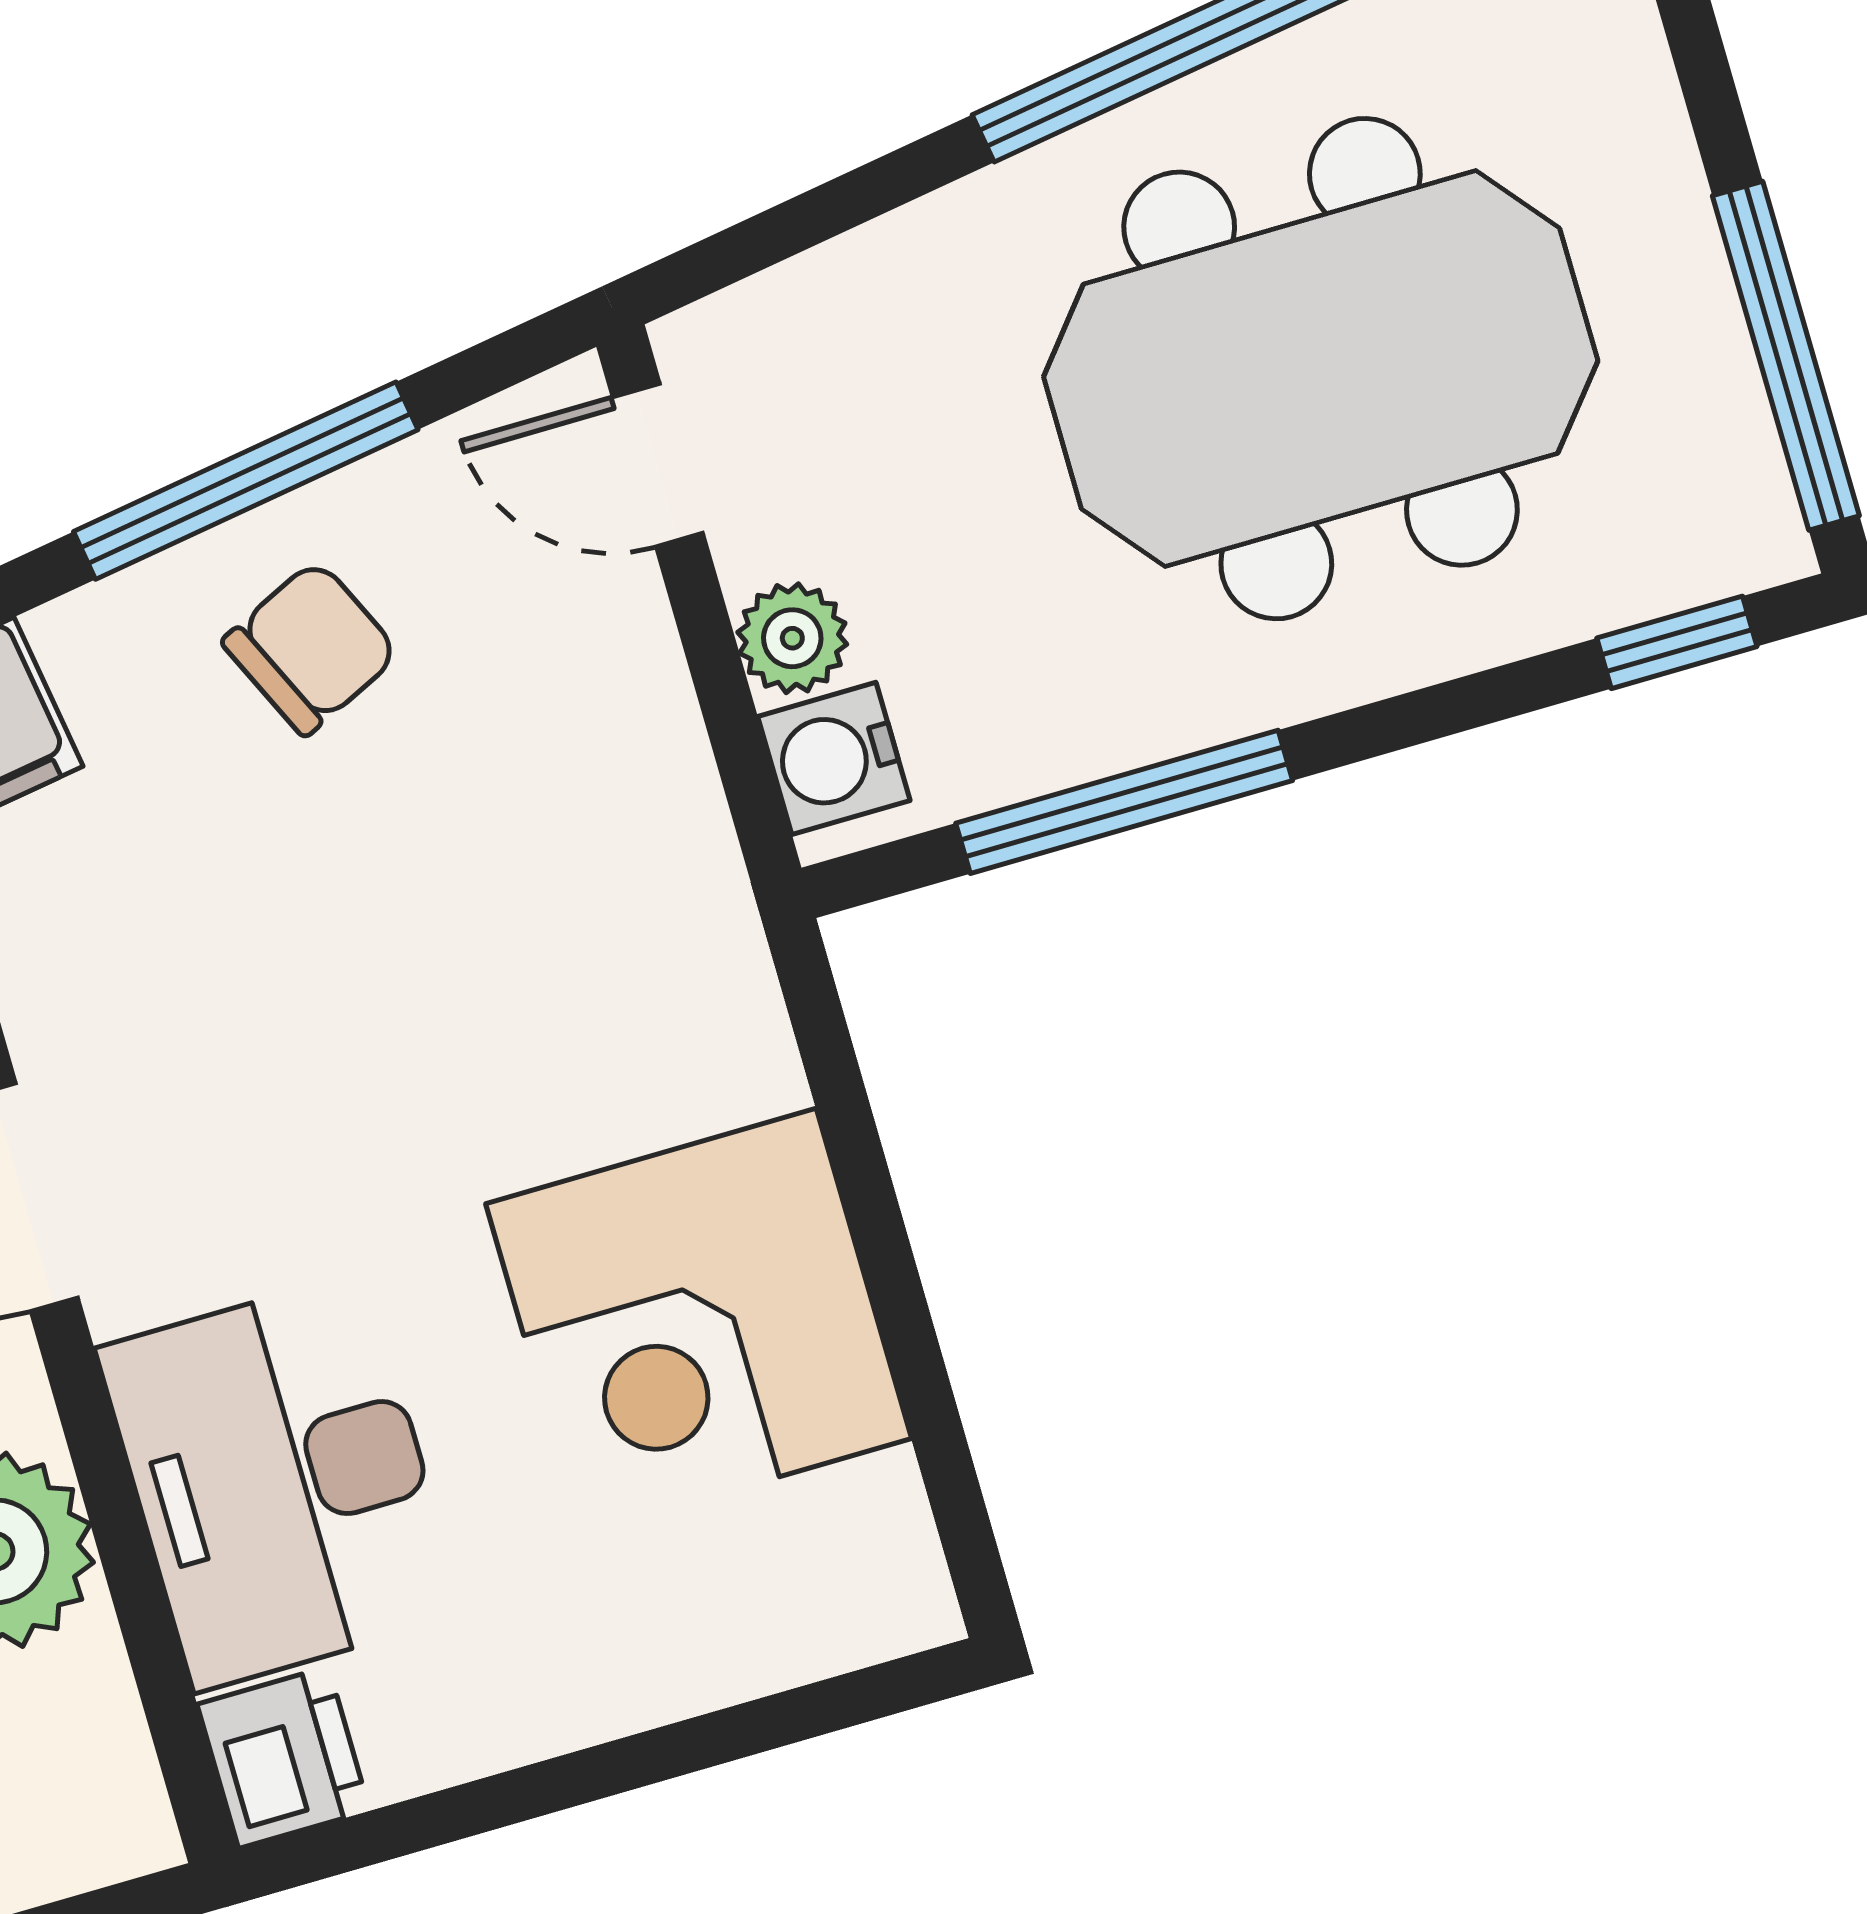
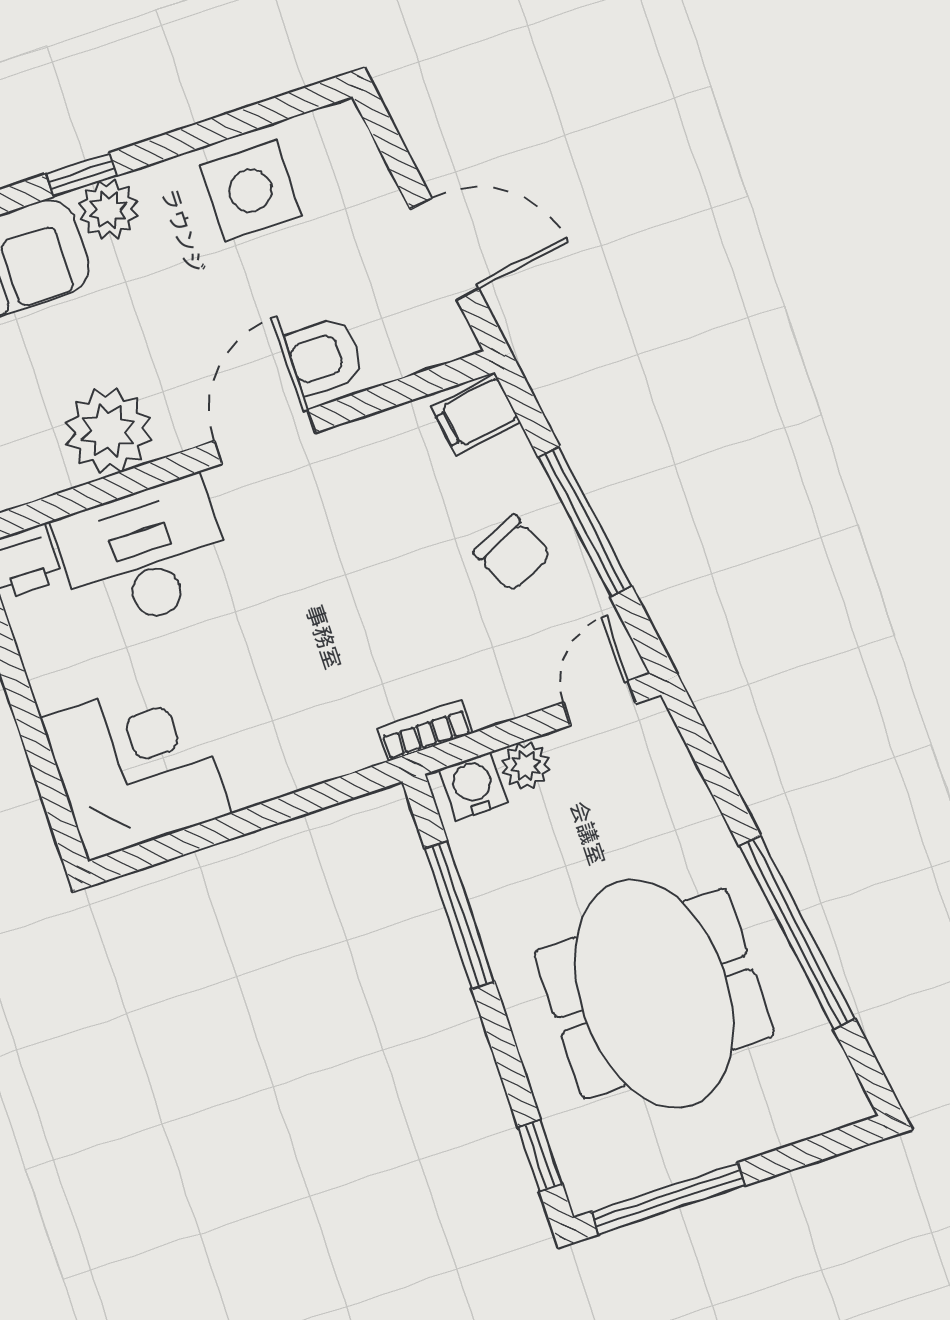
bookcase: (704, 863) -> (425, 731), added
corner desk: (699, 1321) -> (136, 766), moved, turned 90

